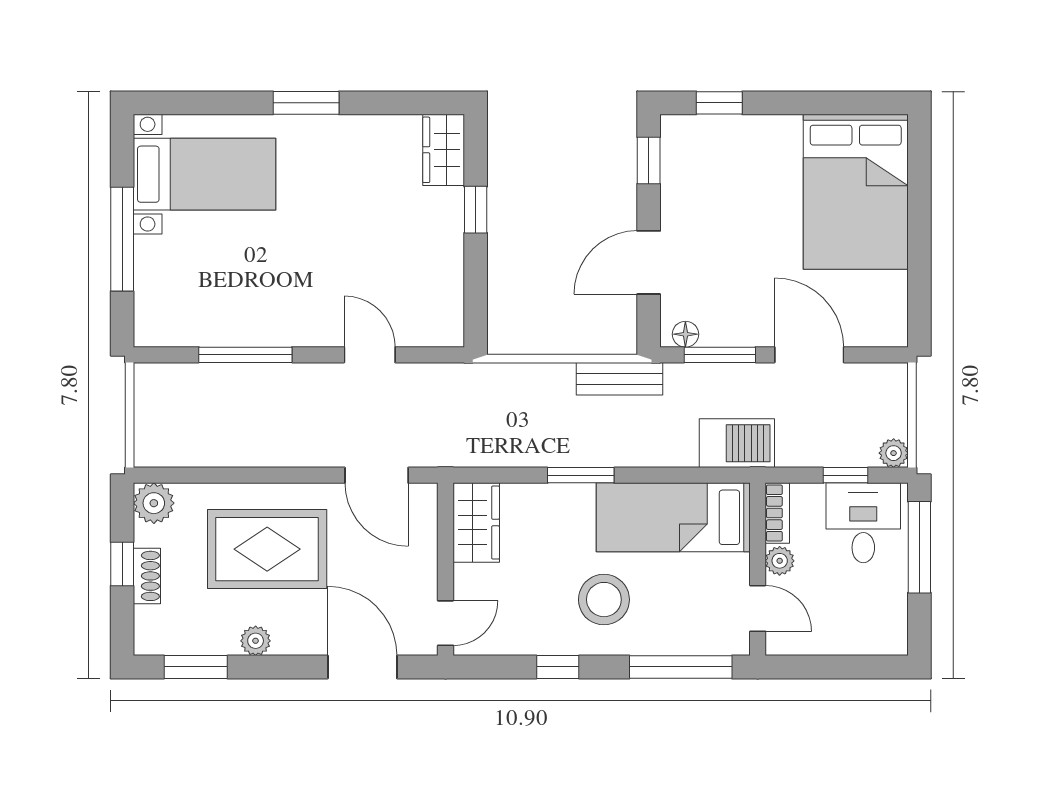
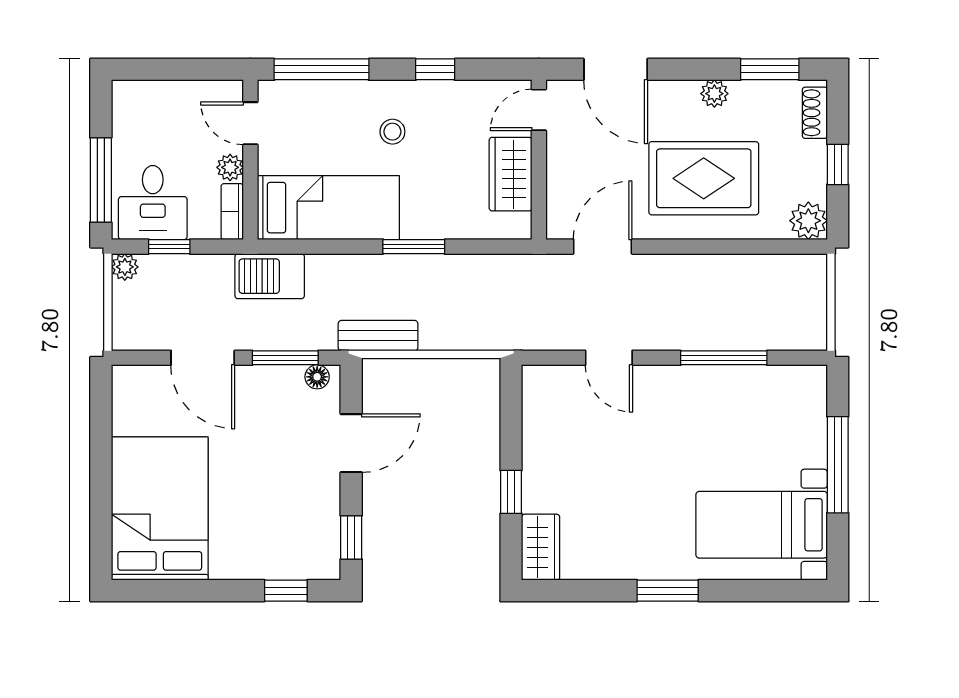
door: (377, 475) -> (603, 247), hinge flipped
wardrobe: (476, 523) -> (511, 174), moved
shoe rack: (147, 576) -> (815, 113), moved
stool: (604, 600) -> (392, 132), width x0.53, depth x0.53

